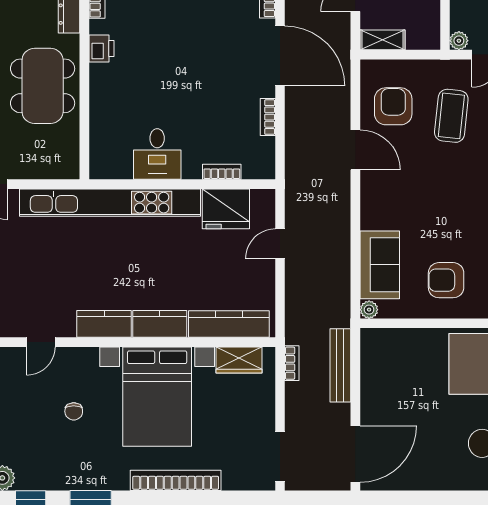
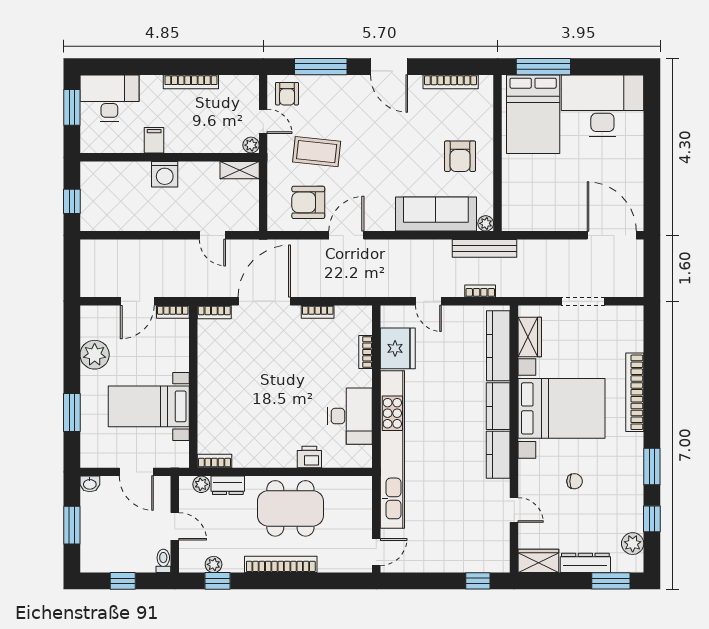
shelving: (382, 40) -> (240, 170), moved, turned 90
printer: (102, 48) -> (309, 457), moved
desk: (157, 154) -> (350, 416), width x1.37
sofa: (380, 265) -> (436, 214), width x1.36
bookcase: (292, 363) -> (480, 291), moved
bench: (340, 365) -> (485, 248), moved
doorway: (280, 457) -> (583, 301), moved

